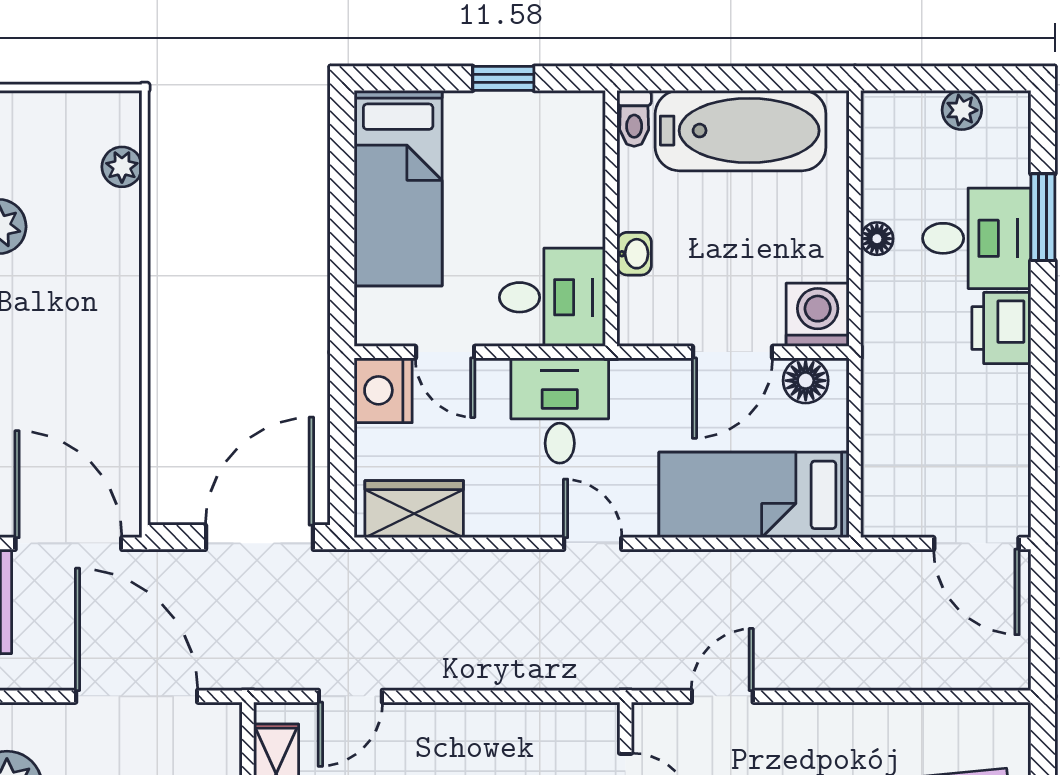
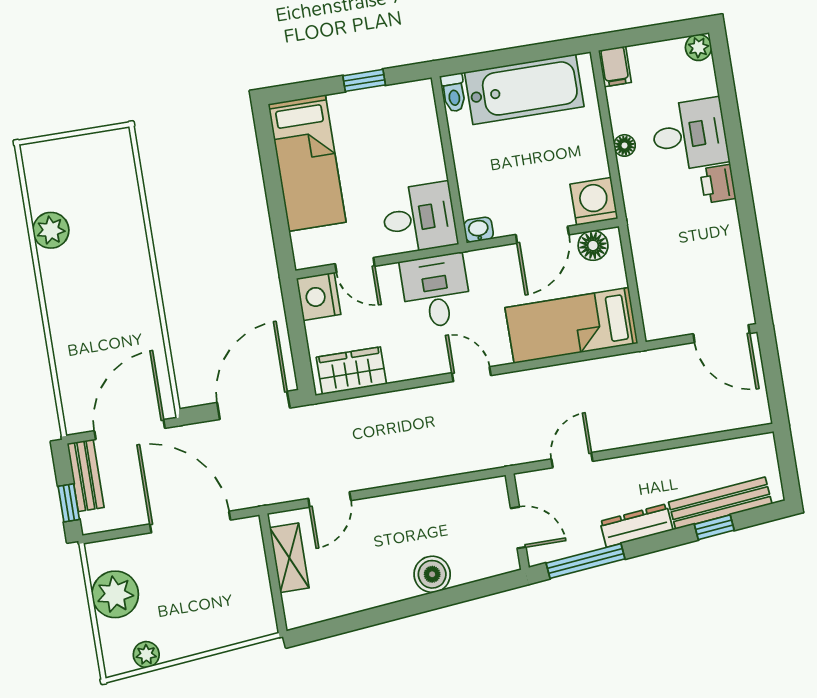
plant: (962, 110) -> (698, 47), moved
filing cabinet: (882, 118) -> (615, 66), added
plant: (122, 167) -> (125, 178), removed
window: (1043, 217) -> (730, 114), removed
washbasin: (634, 254) -> (479, 230), moved, turned -90
printer: (1001, 328) -> (718, 184), width x0.73, depth x0.81
door: (68, 543) -> (130, 429), hinge flipped

